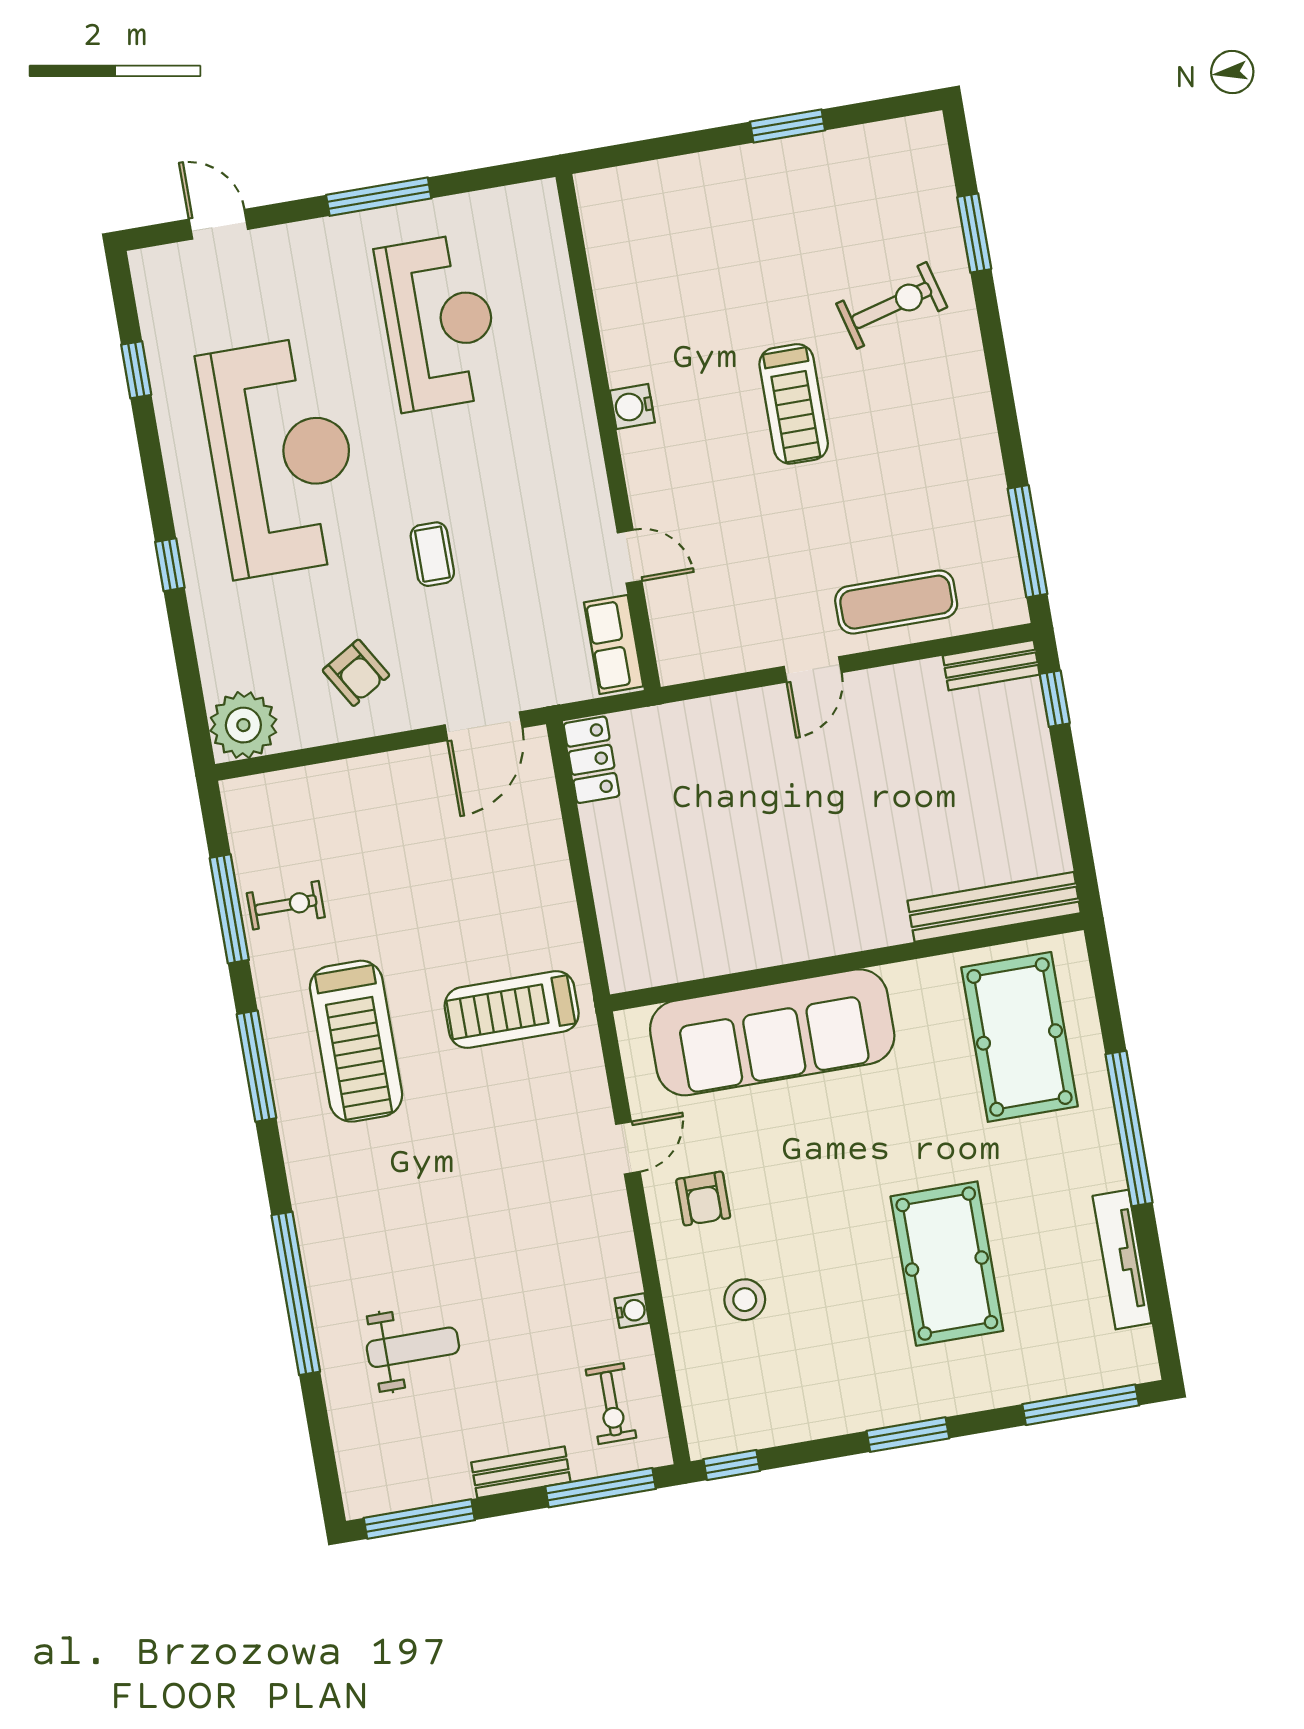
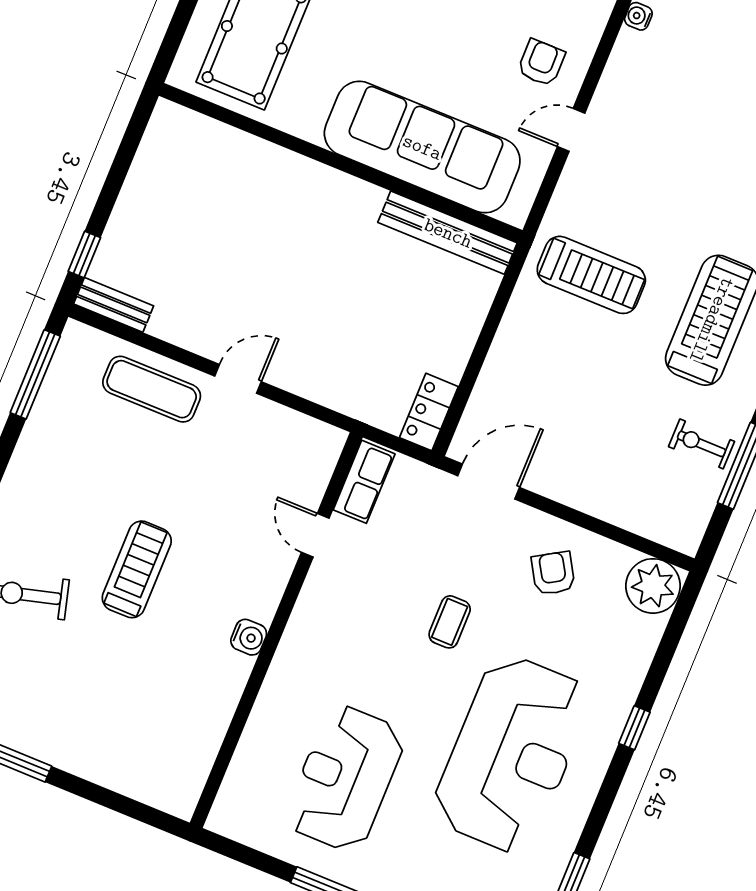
reception desk: (281, 457) -> (512, 754), turned 180
bench: (994, 907) -> (448, 233), moved

